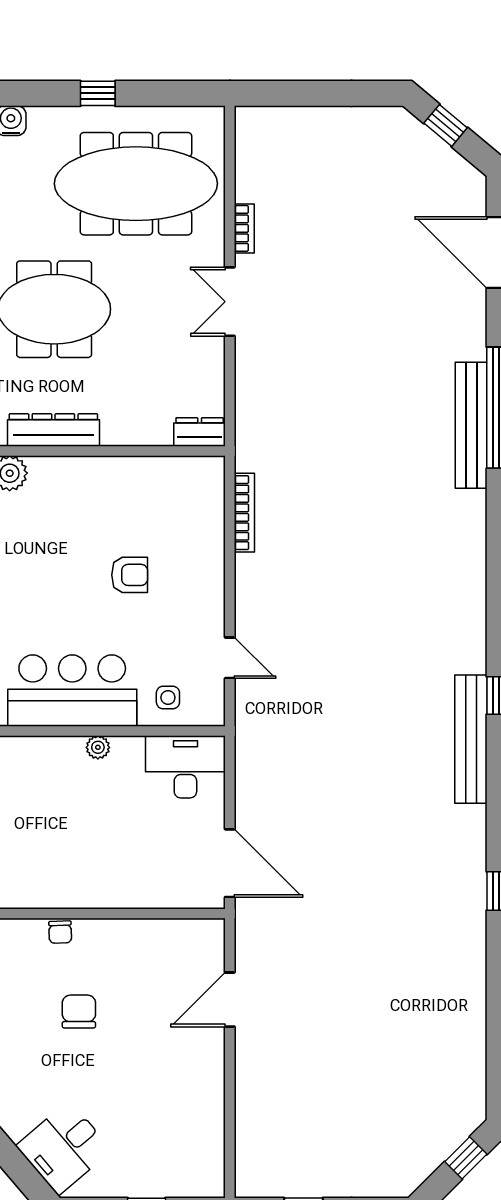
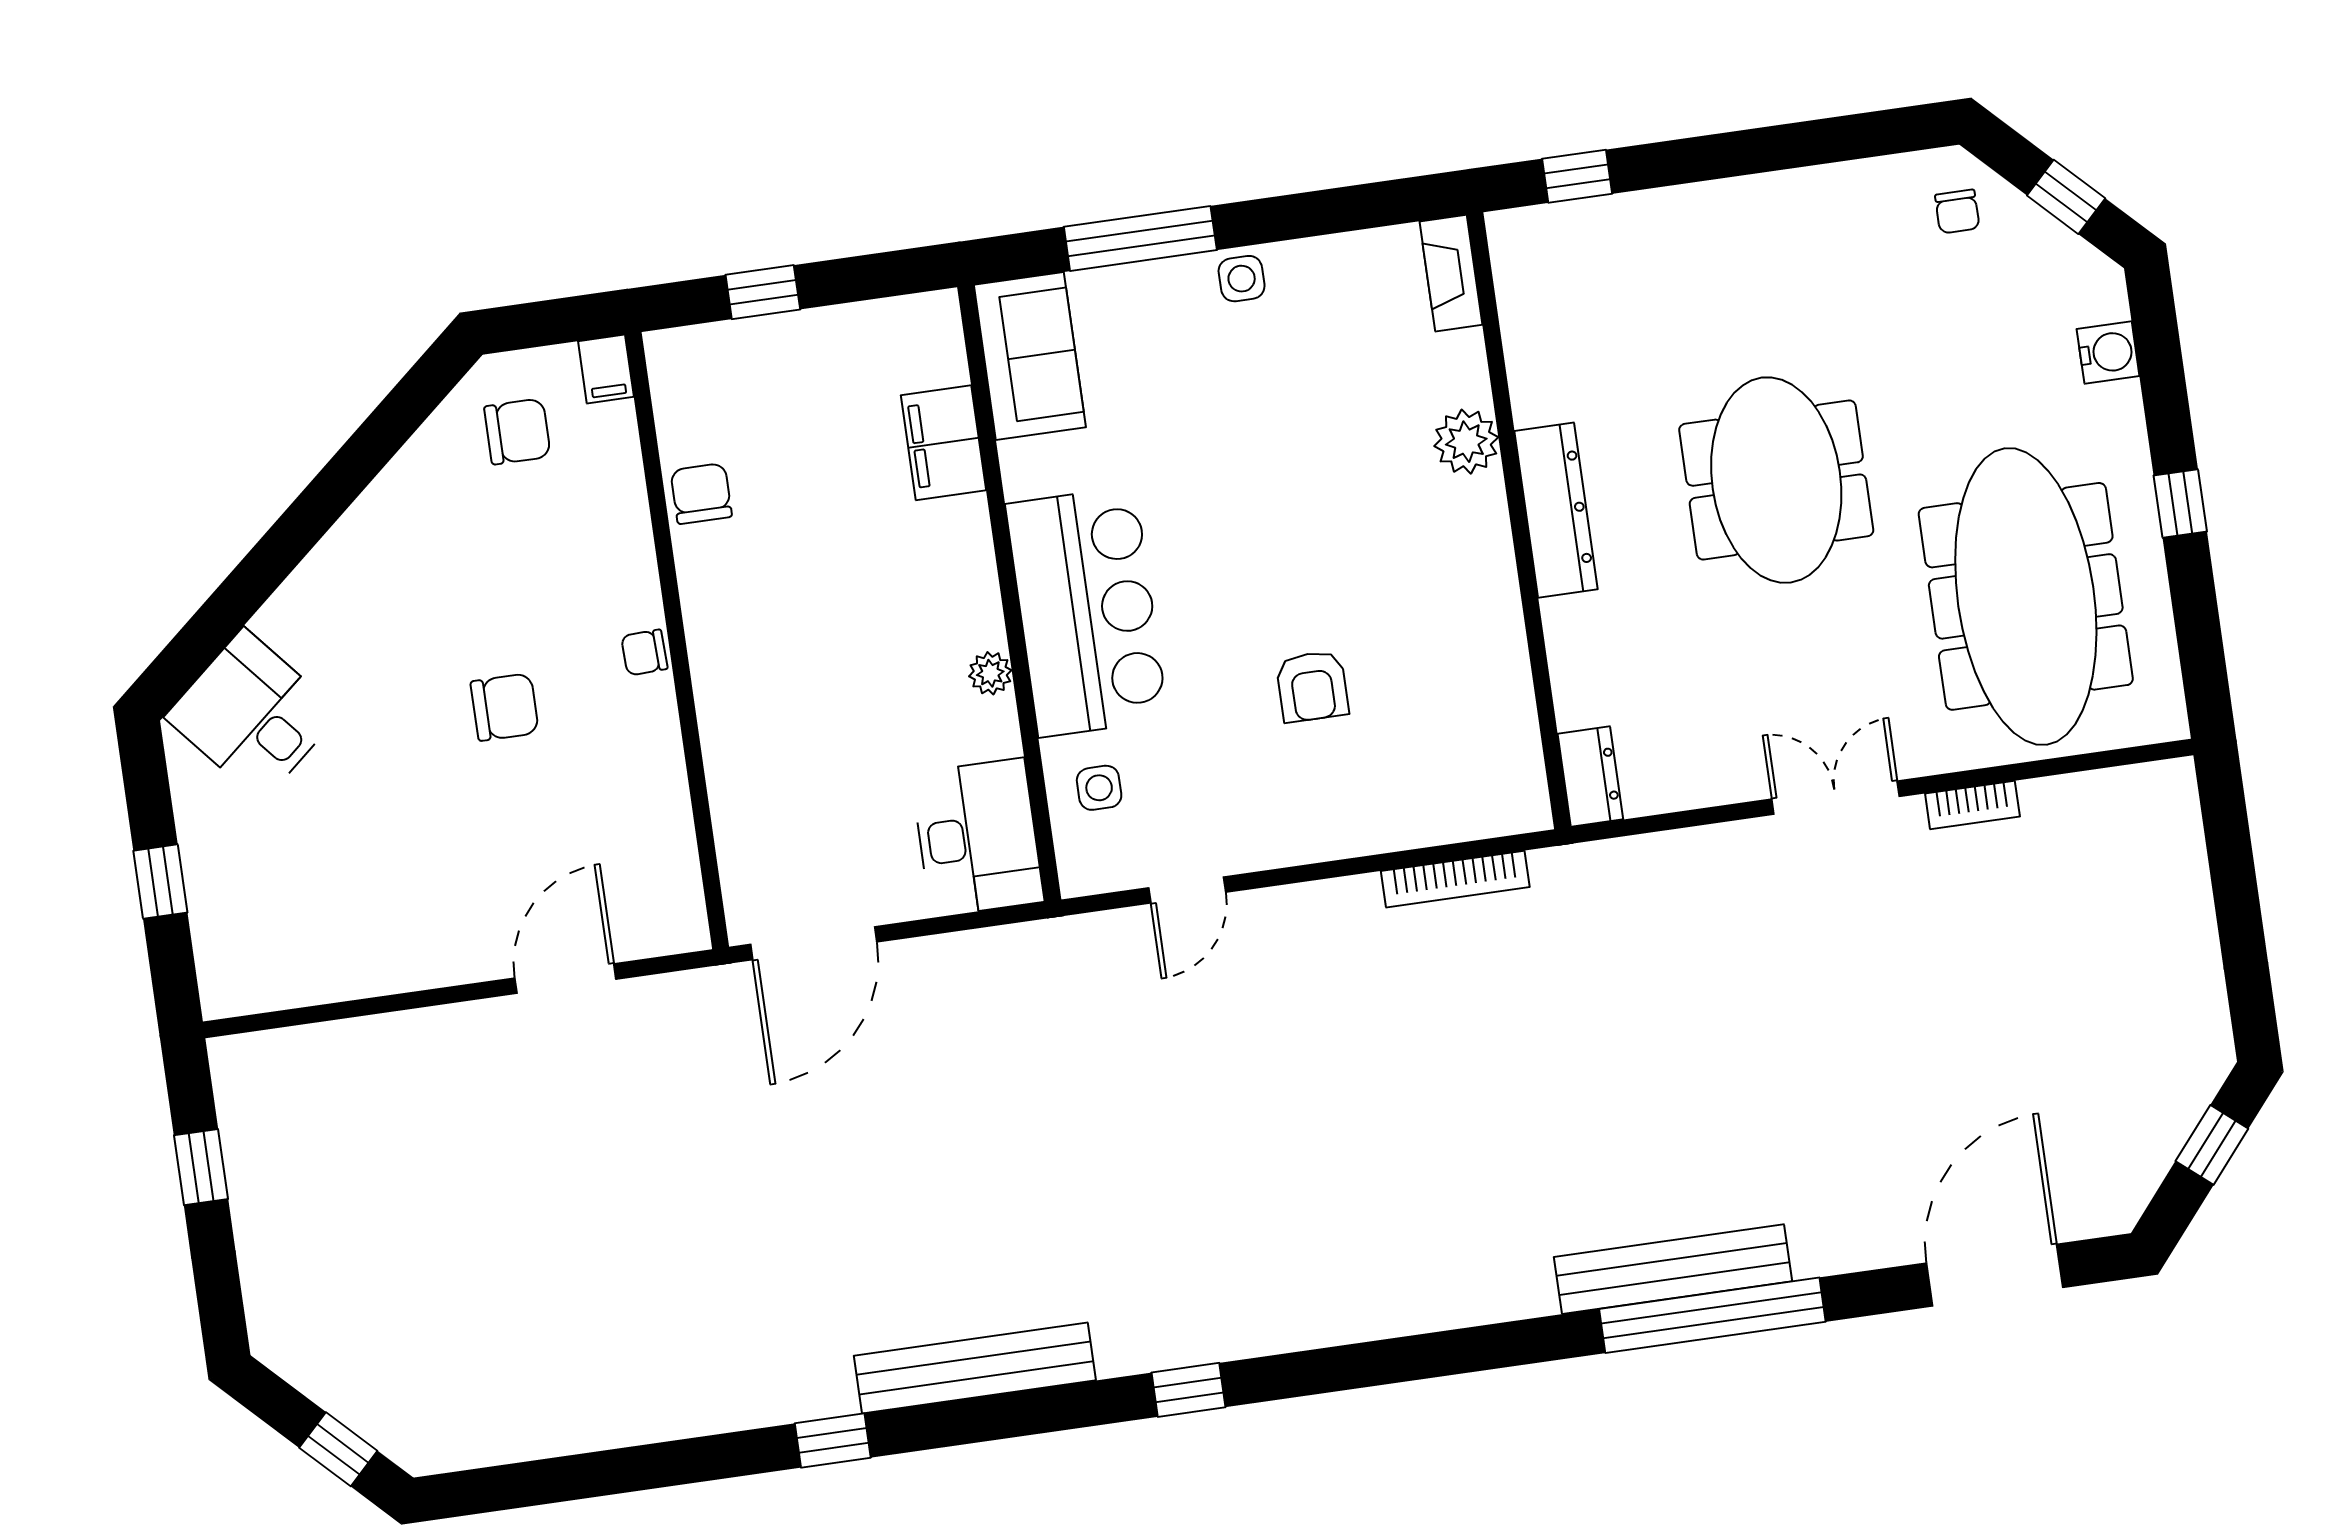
bench: (471, 739) -> (975, 1368), moved
door: (230, 1000) -> (565, 979), hinge flipped

